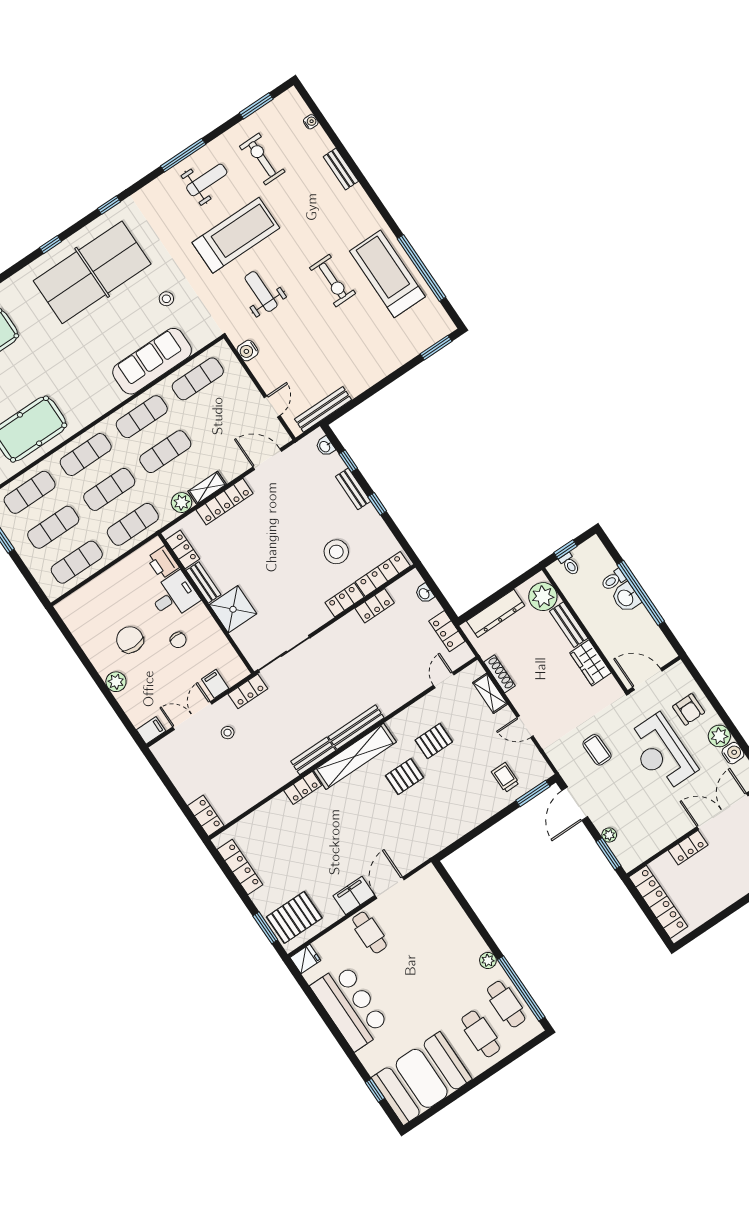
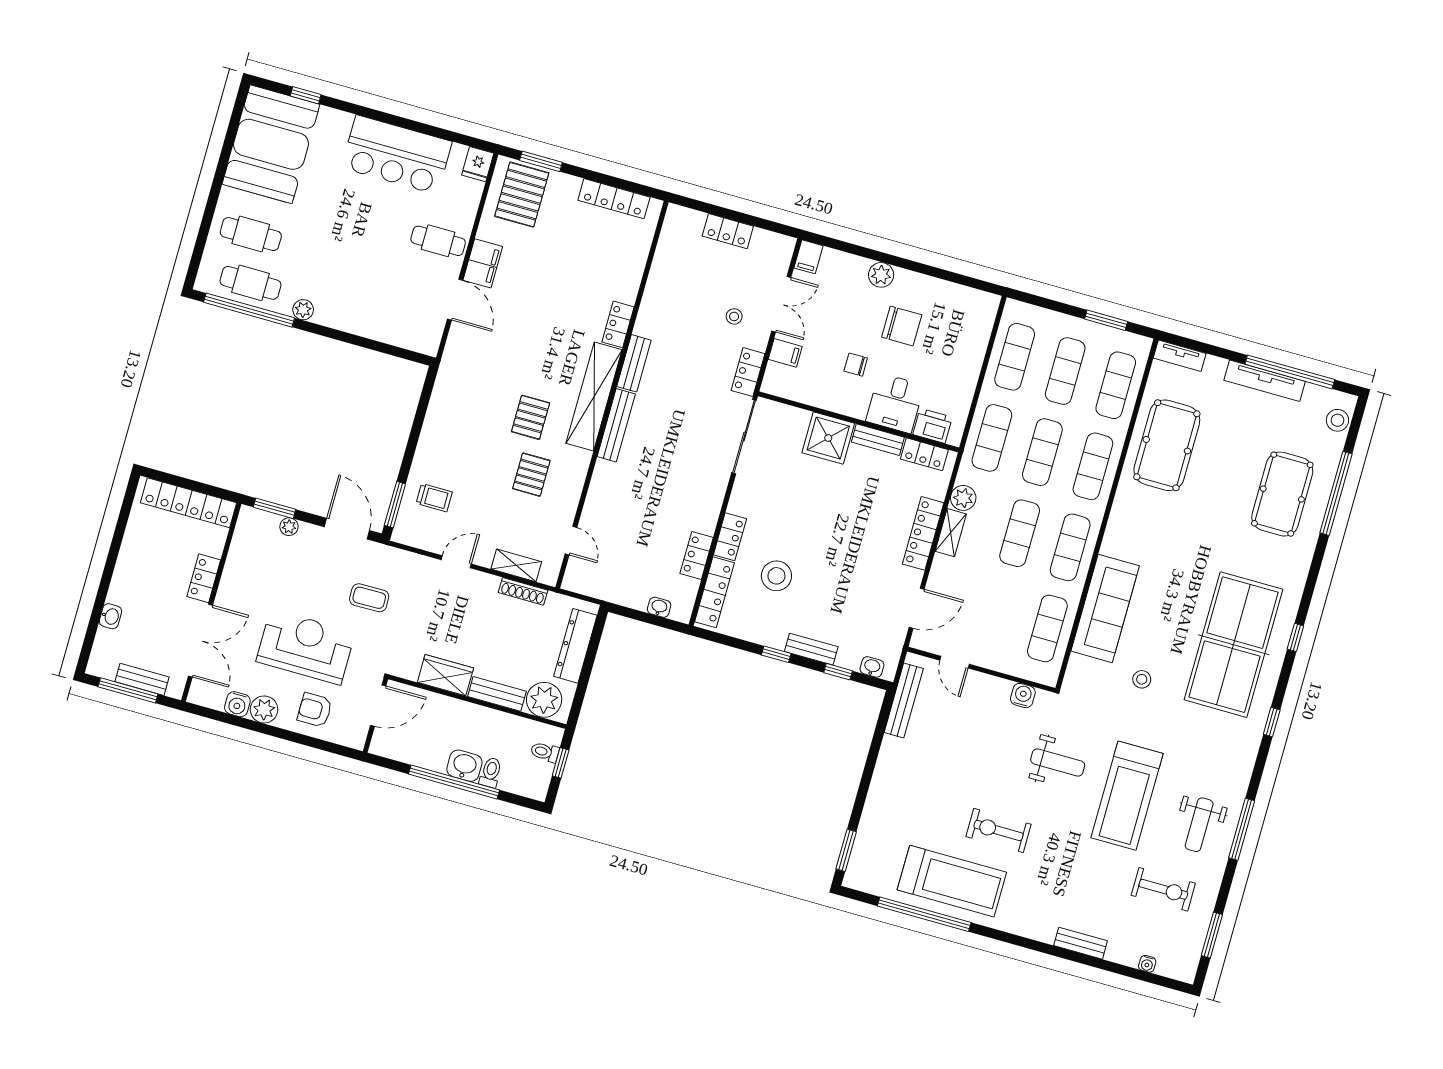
locker: (447, 631) -> (607, 590), removed
locker: (206, 816) -> (728, 231), moved

